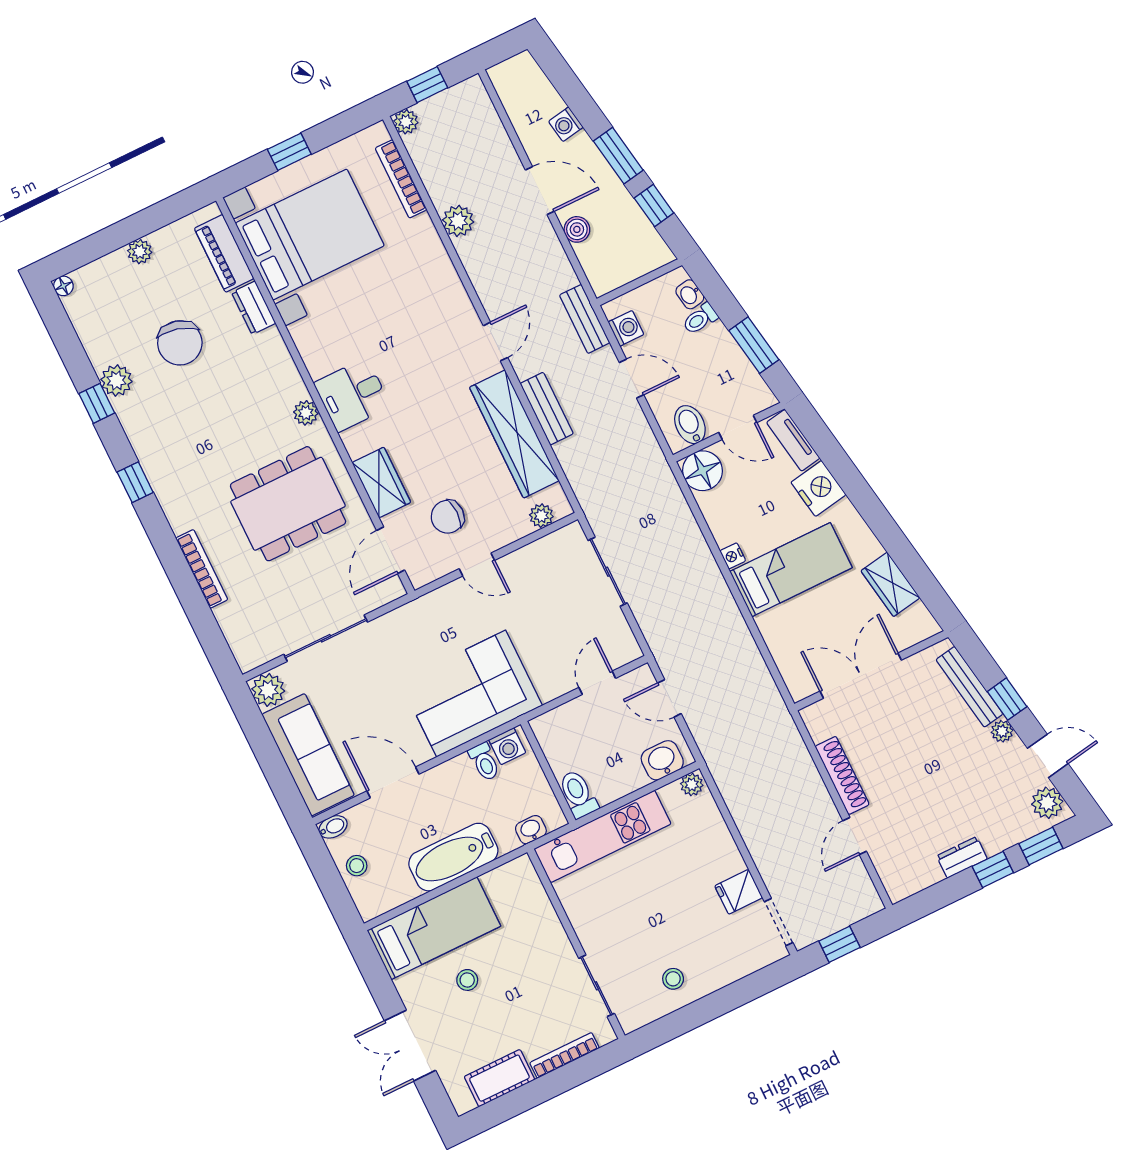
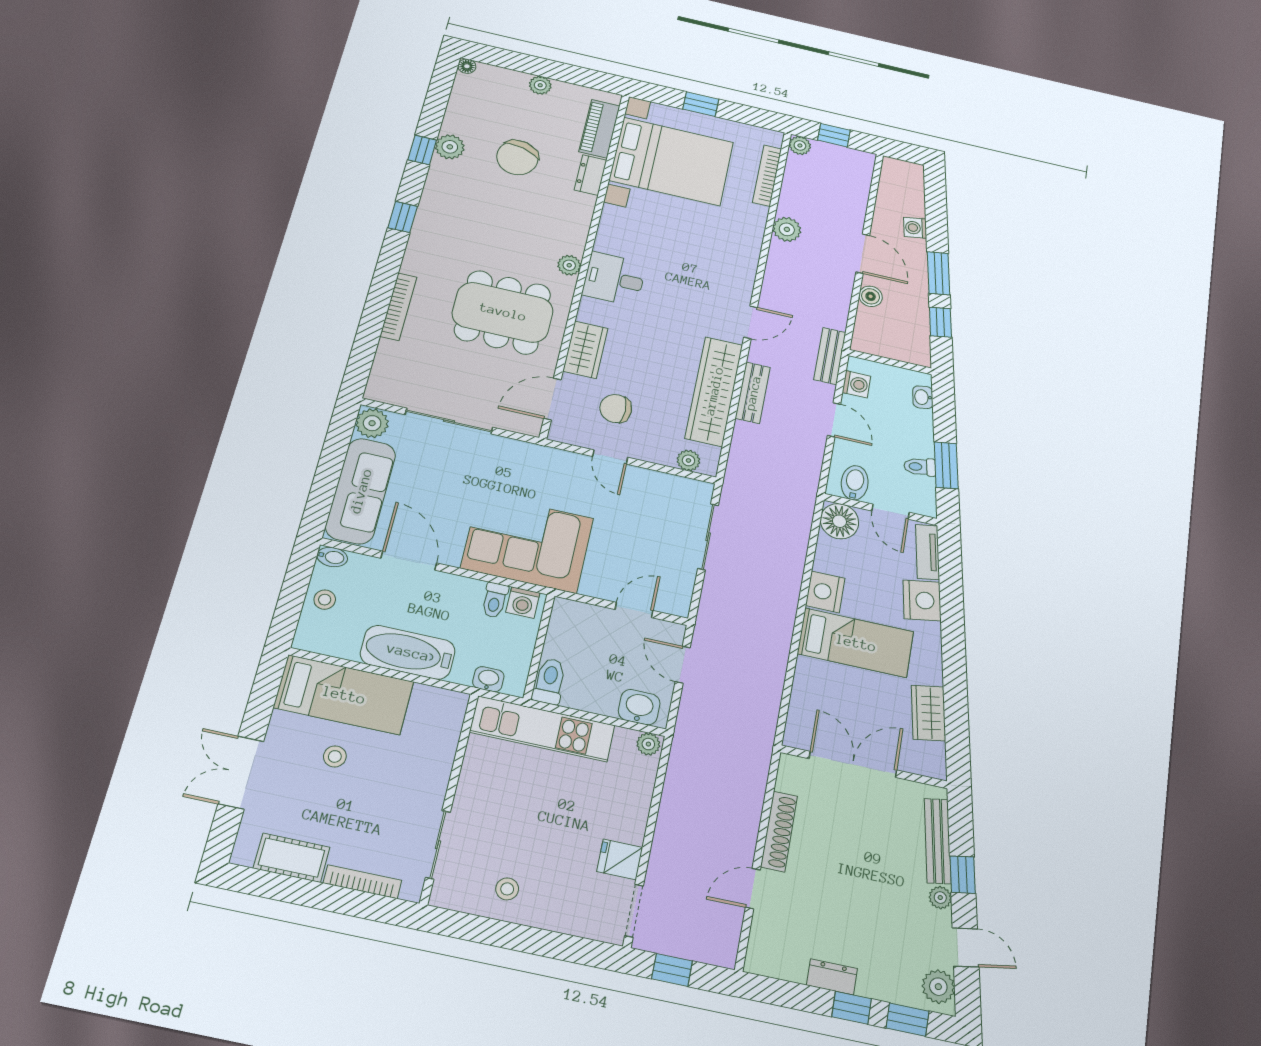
toilet: (700, 319) -> (920, 467), moved
nightstand: (733, 556) -> (825, 592), width x1.89, depth x1.79

